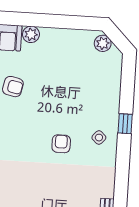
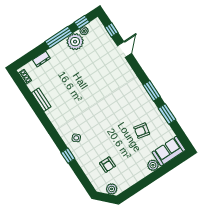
armchair: (61, 144) -> (107, 165), moved

